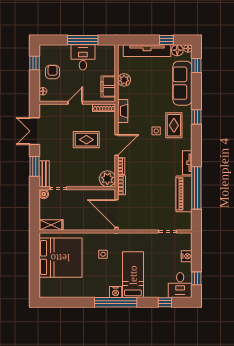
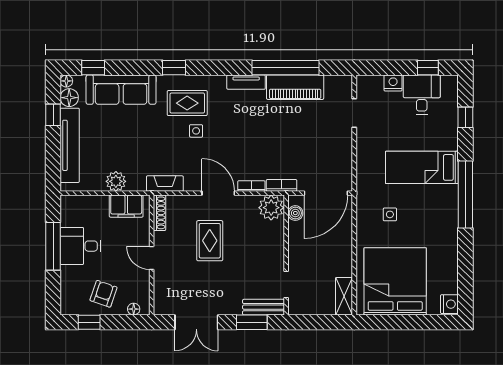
armchair: (53, 72) -> (103, 294), turned 109
boiler: (44, 194) -> (295, 213), moved
desk: (180, 285) -> (422, 95), moved, turned -90
nightstand: (116, 292) -> (449, 304), moved

